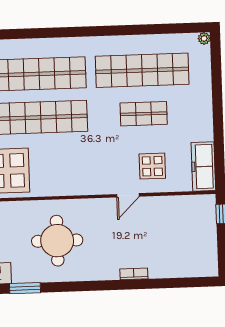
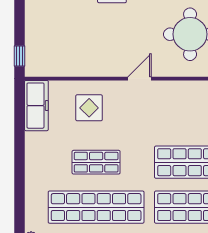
door: (128, 195) -> (139, 79), moved

